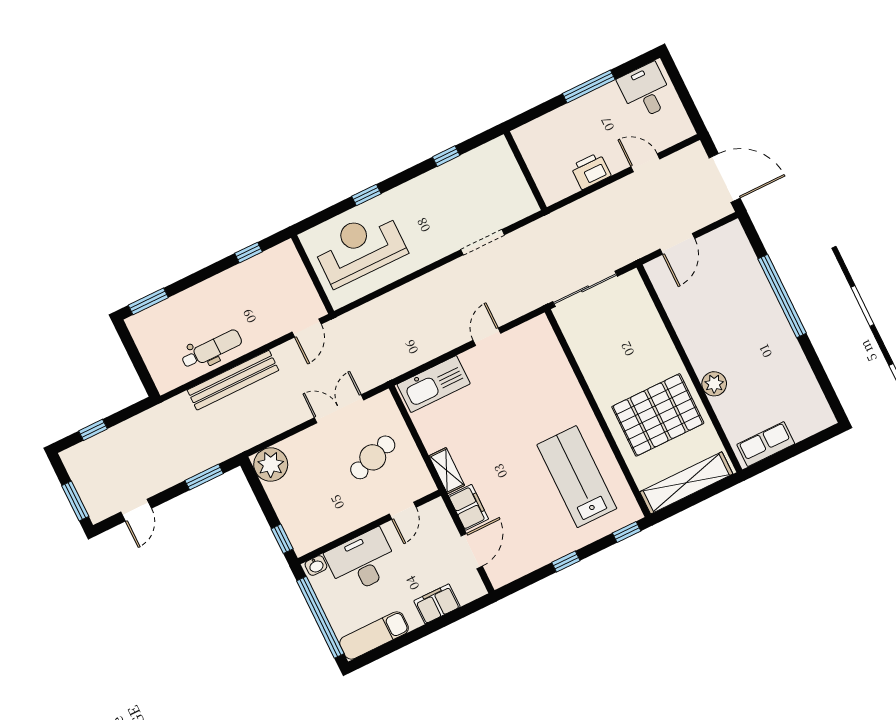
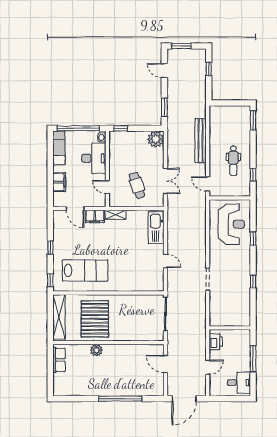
wall: (525, 171) -> (230, 328), moved
dental chair: (212, 349) -> (233, 161), moved

